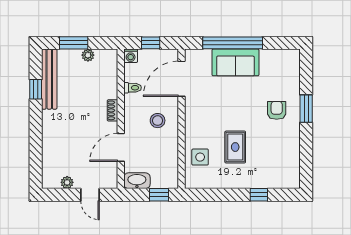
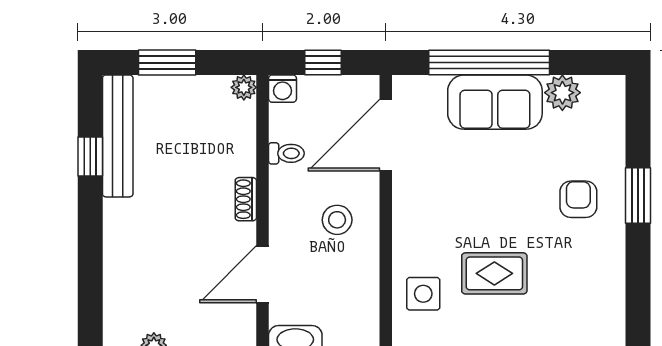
plant: (88, 55) -> (244, 87), moved
plant: (269, 58) -> (562, 93), added
rug: (235, 147) -> (494, 273), turned 90

